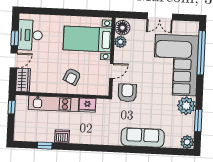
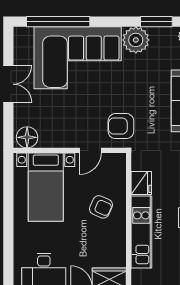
plant: (120, 42) -> (48, 139), removed
door: (111, 71) -> (90, 150), swing flipped

